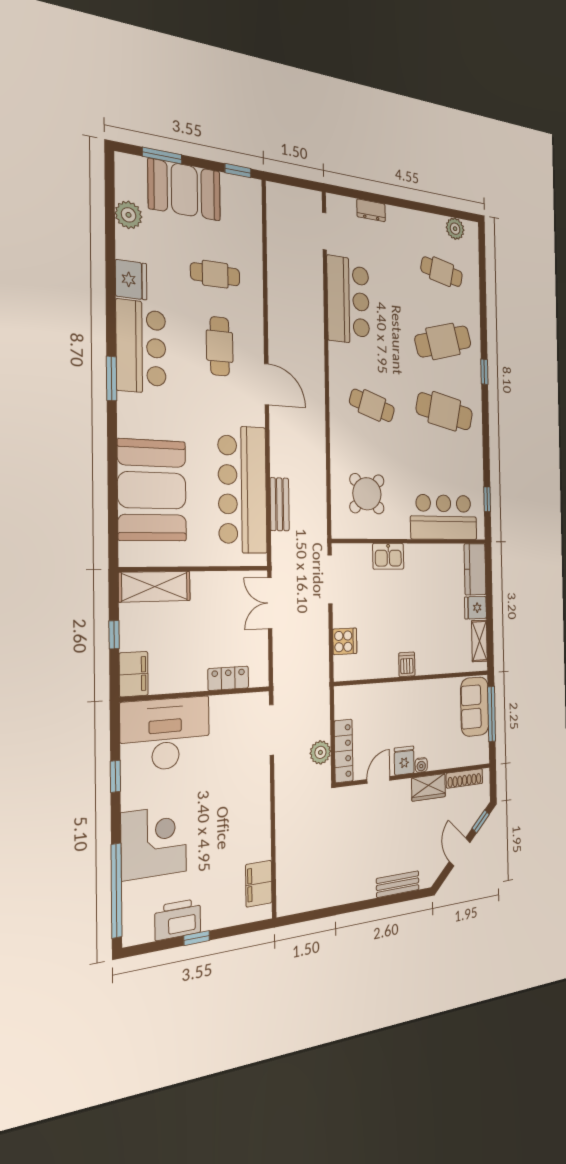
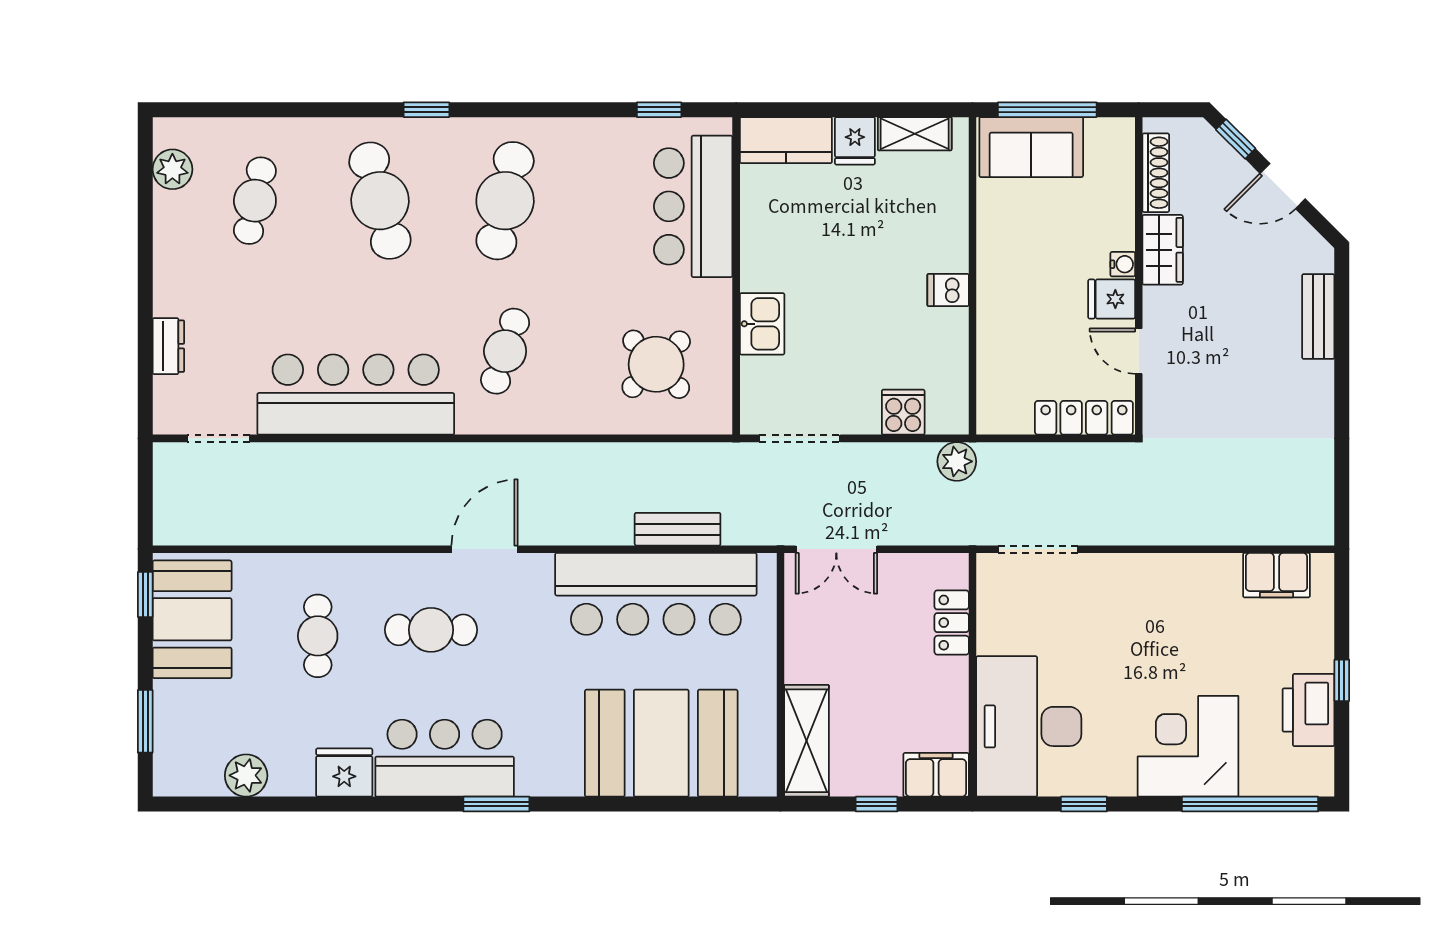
booth: (184, 190) -> (192, 619), moved
bar counter: (348, 300) -> (356, 395), width x1.36
plant: (320, 752) -> (957, 461), moved

